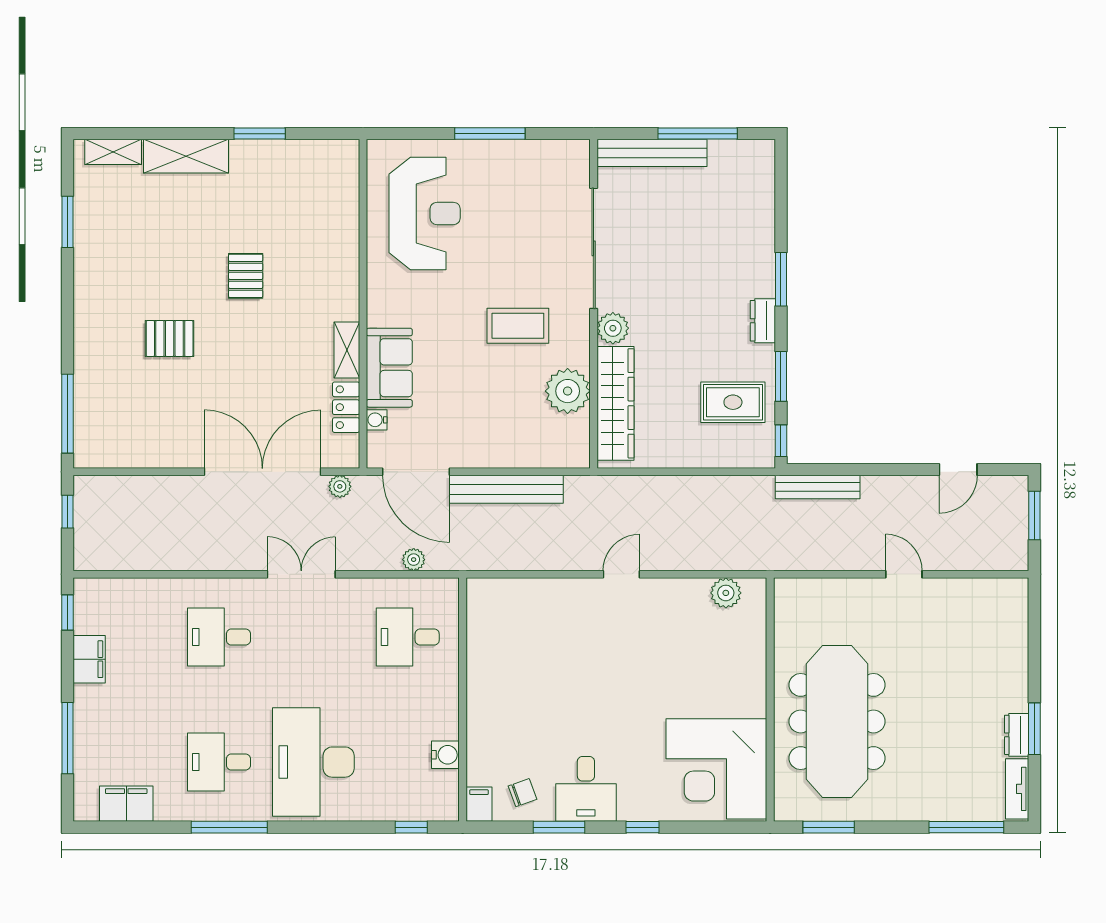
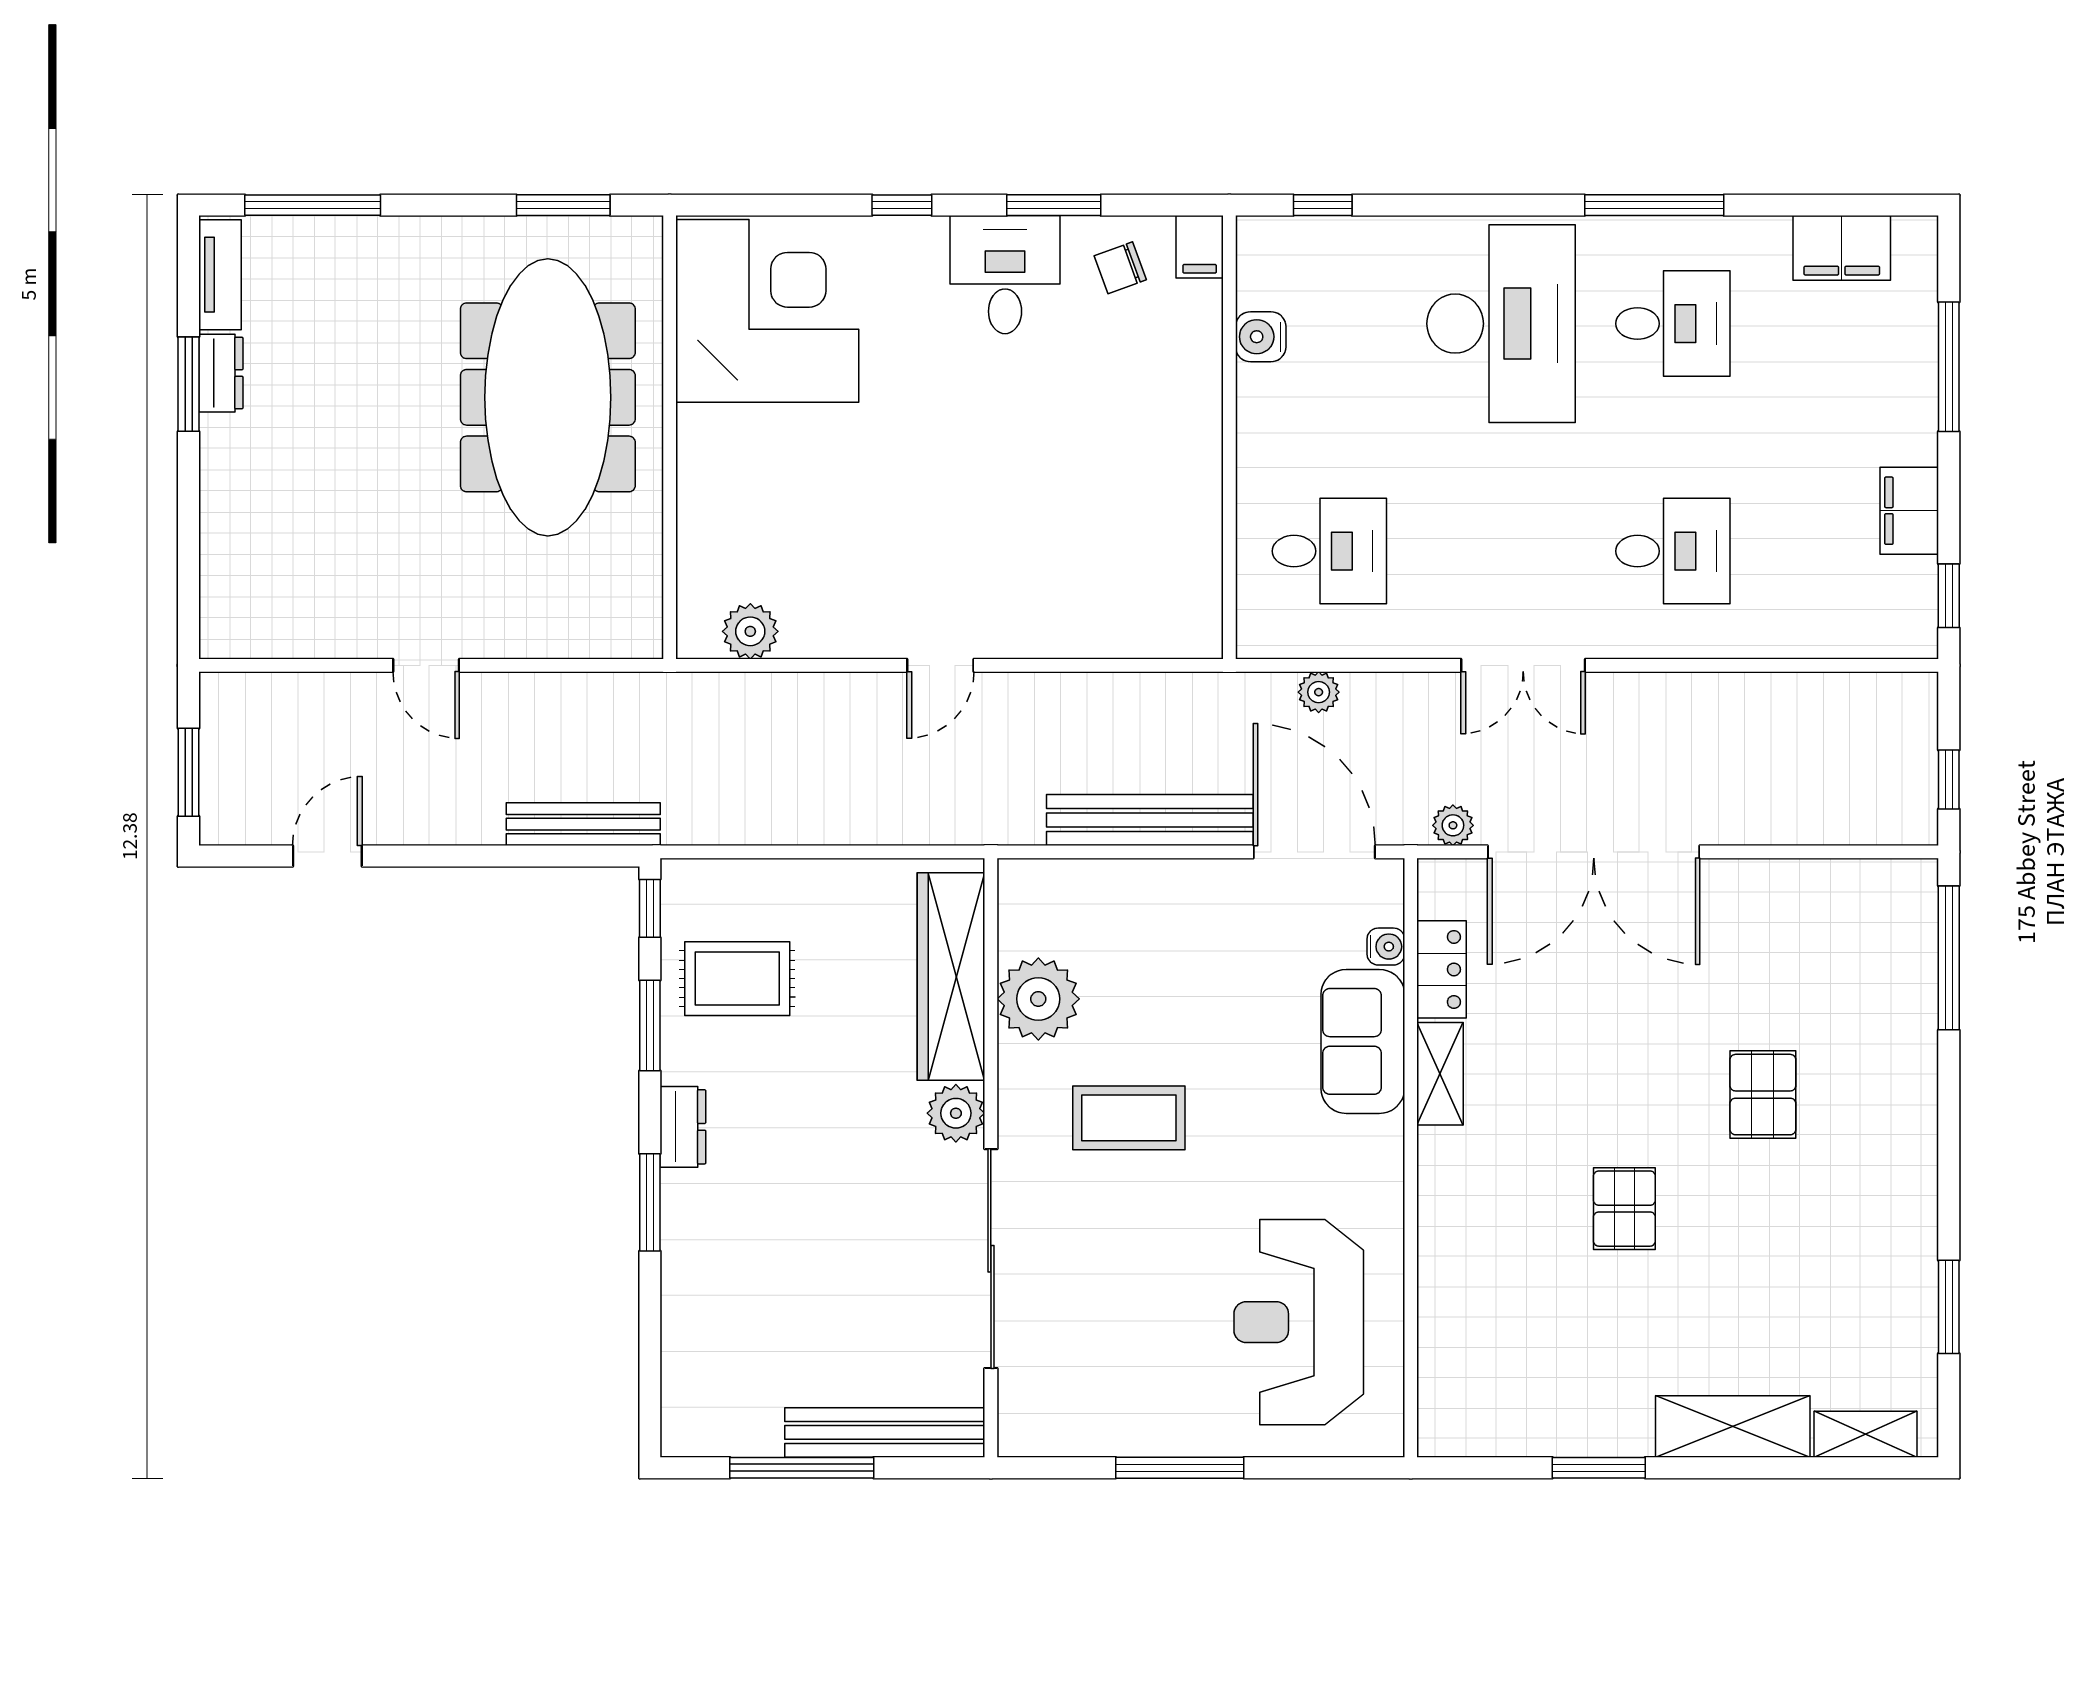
pallet: (170, 339) -> (1763, 1095), turned 90

